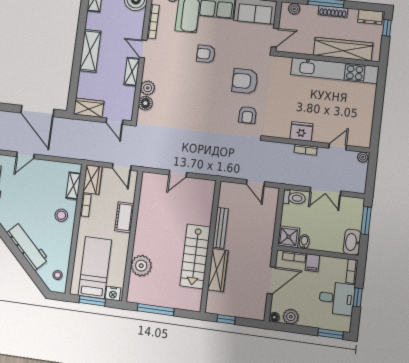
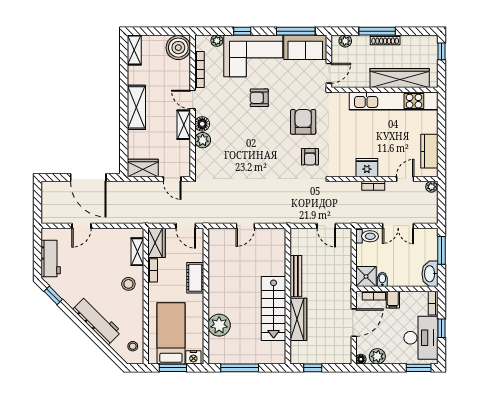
dresser: (370, 17) -> (424, 42), removed
armchair: (245, 81) -> (303, 122), turned 90
floor lamp: (145, 103) -> (202, 124), moved
kitchen counter: (365, 122) -> (429, 151), added
desk: (337, 298) -> (421, 338), width x1.37

